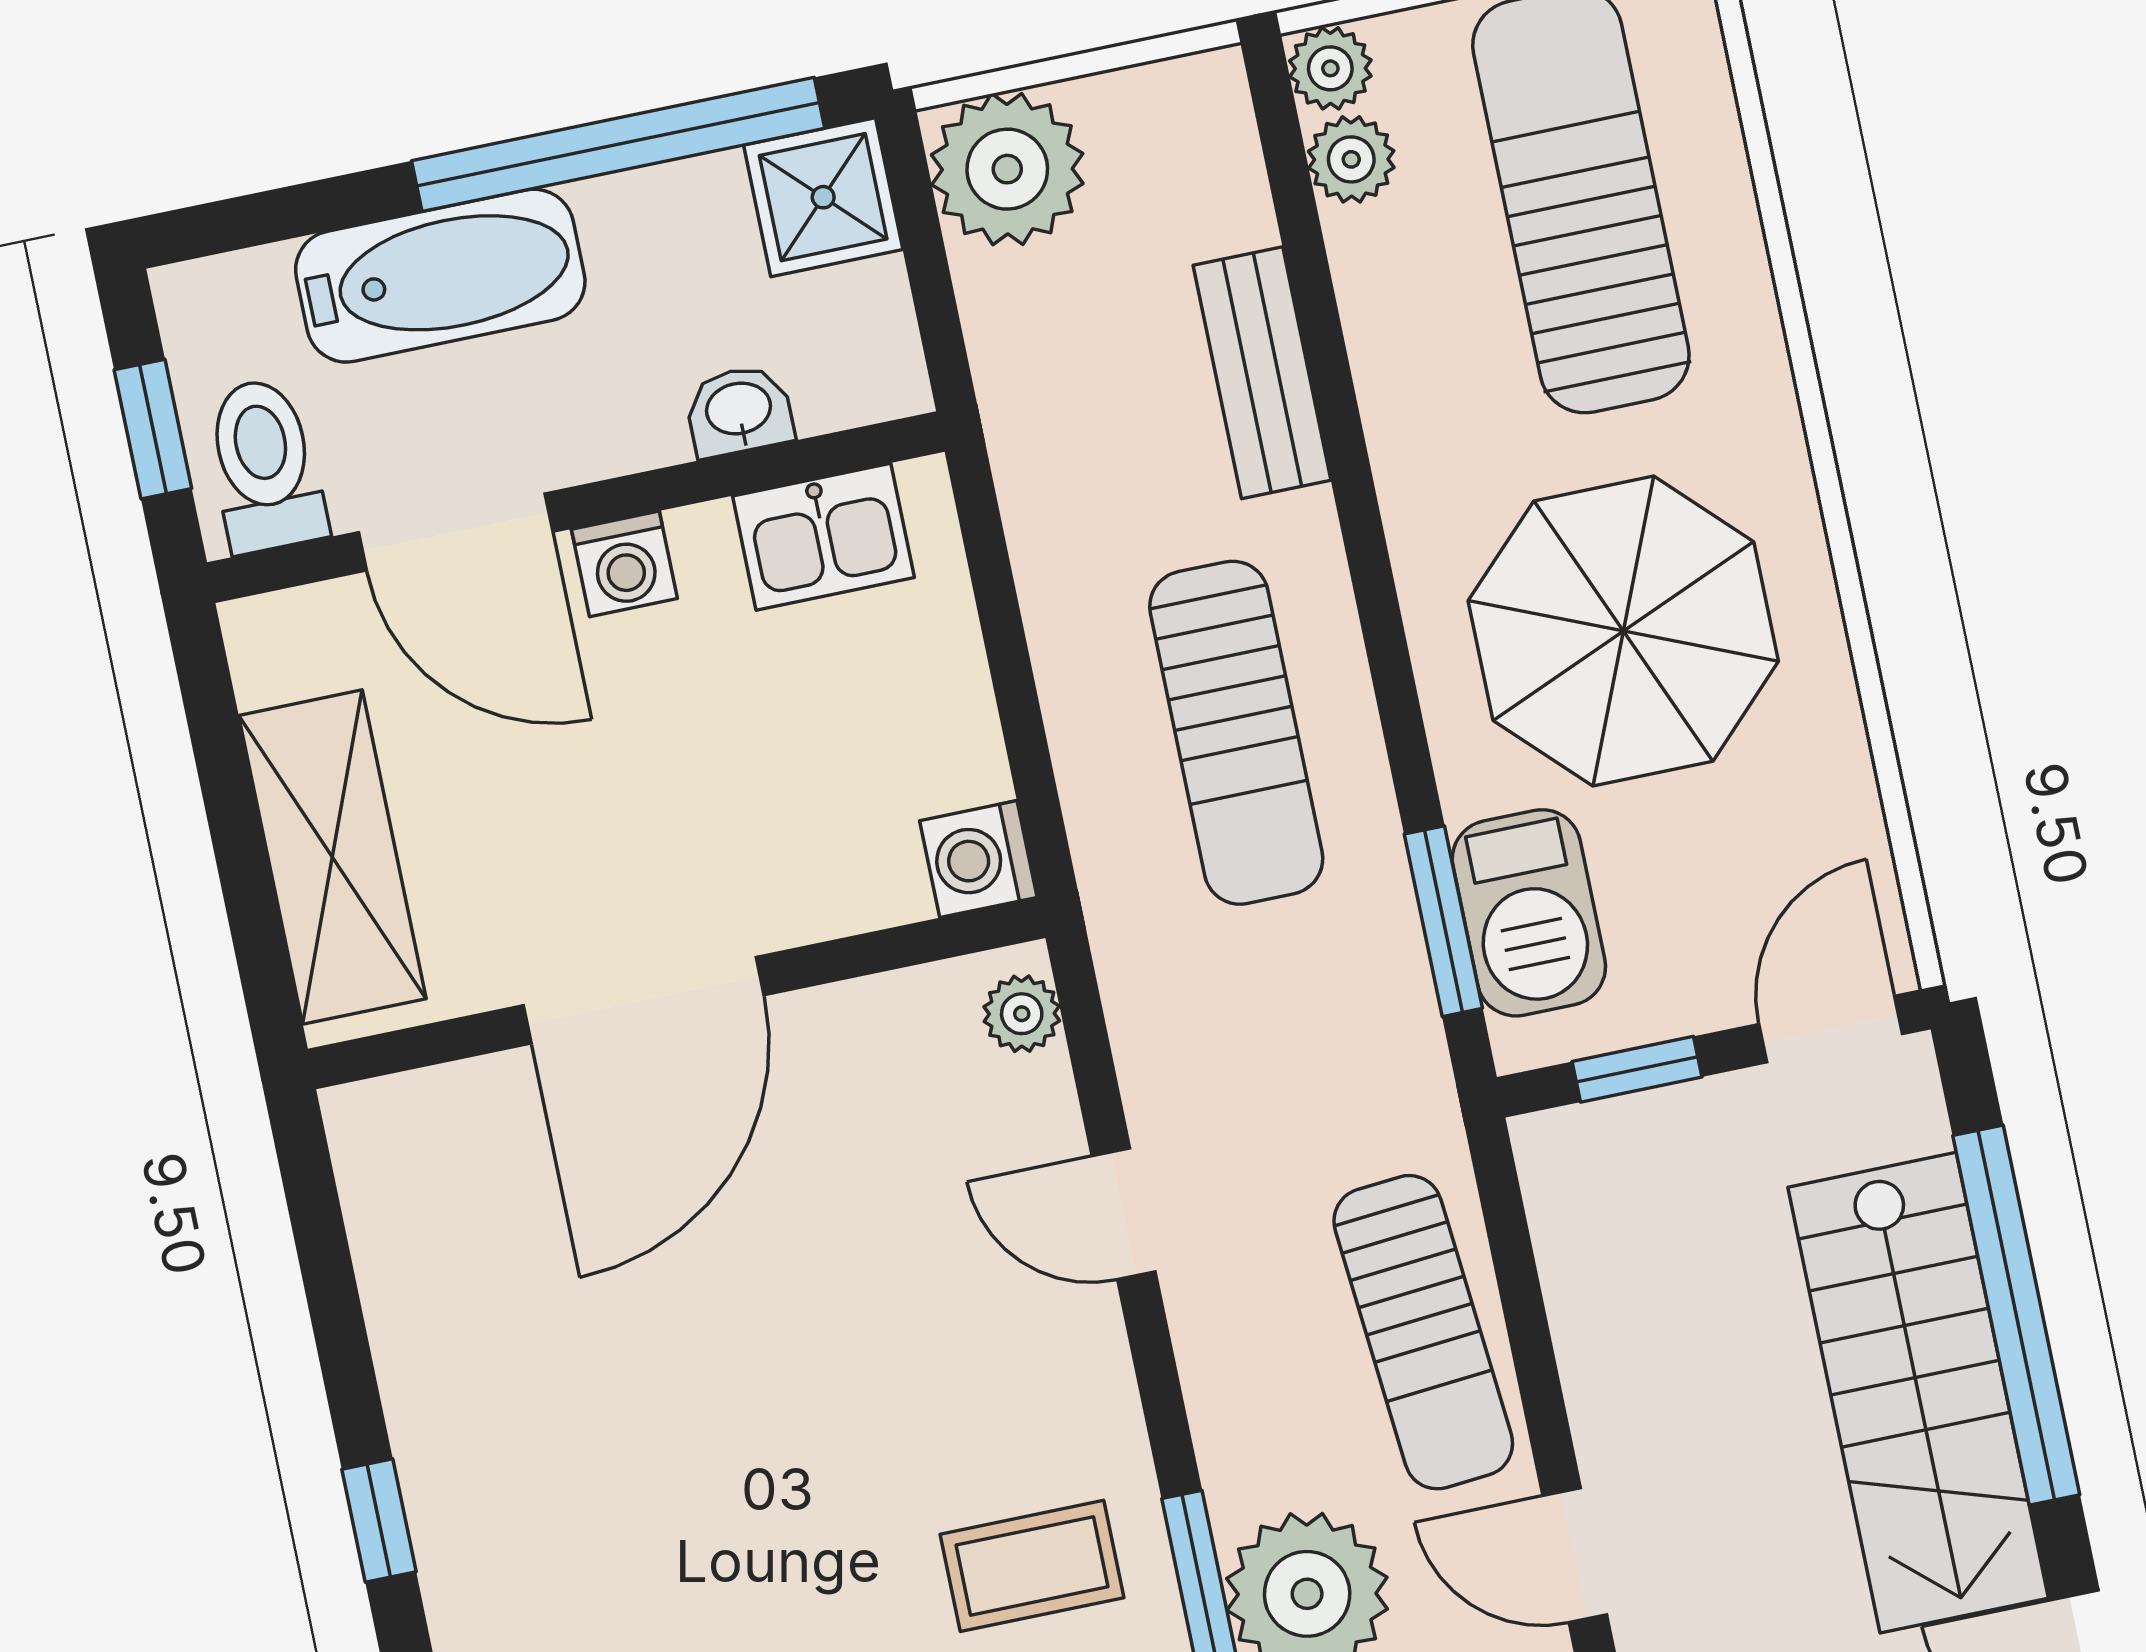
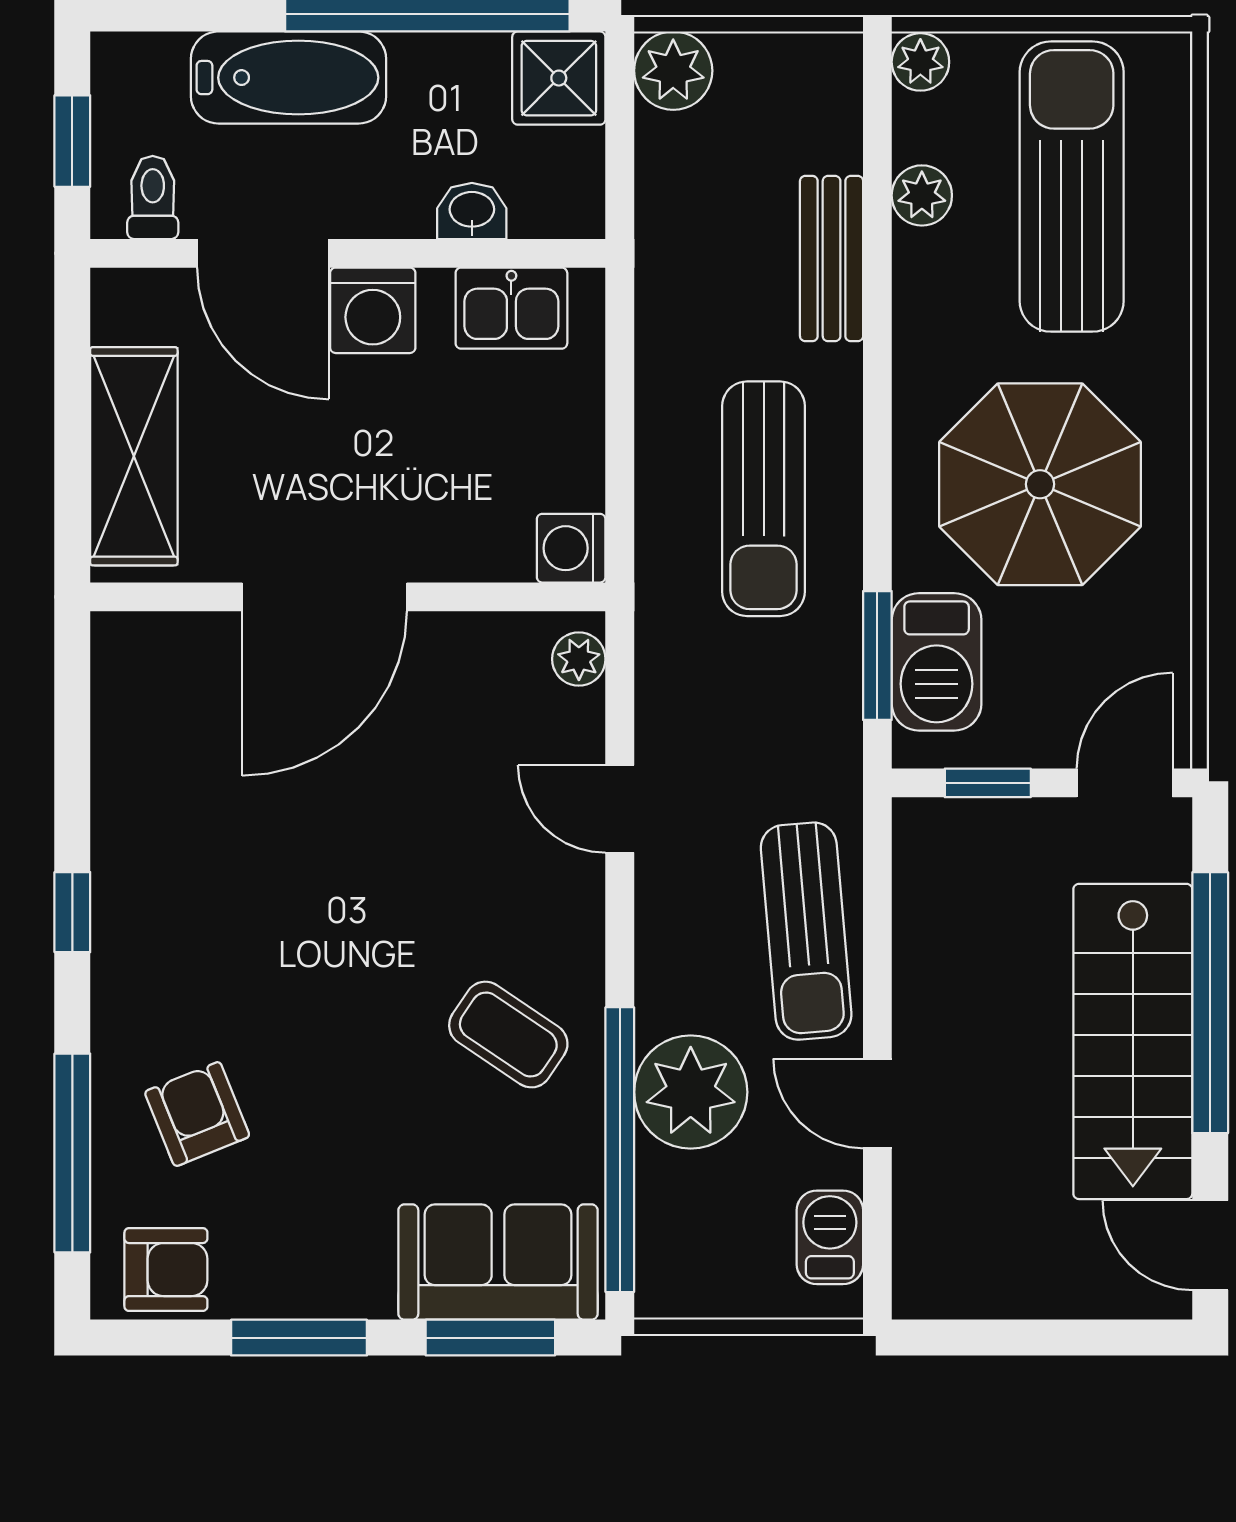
plant: (1351, 159) -> (922, 195), moved
plant: (1007, 169) -> (673, 71), width x0.73, depth x0.73
toilet: (265, 465) -> (153, 197), width x0.73, depth x0.72
washing machine: (624, 564) -> (373, 310), width x1.38, depth x1.38
coffee table: (1032, 1566) -> (508, 1035), turned 34

